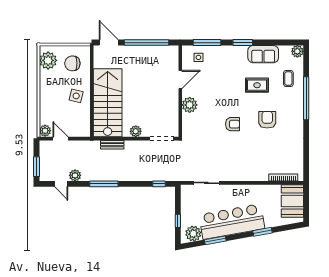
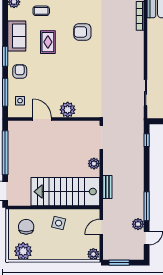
chair: (72, 63) -> (26, 227), turned 180
armchair: (233, 124) -> (20, 72), moved
door: (61, 139) -> (101, 227), moved
window: (36, 167) -> (119, 263), moved
window: (104, 184) -> (147, 206), moved

